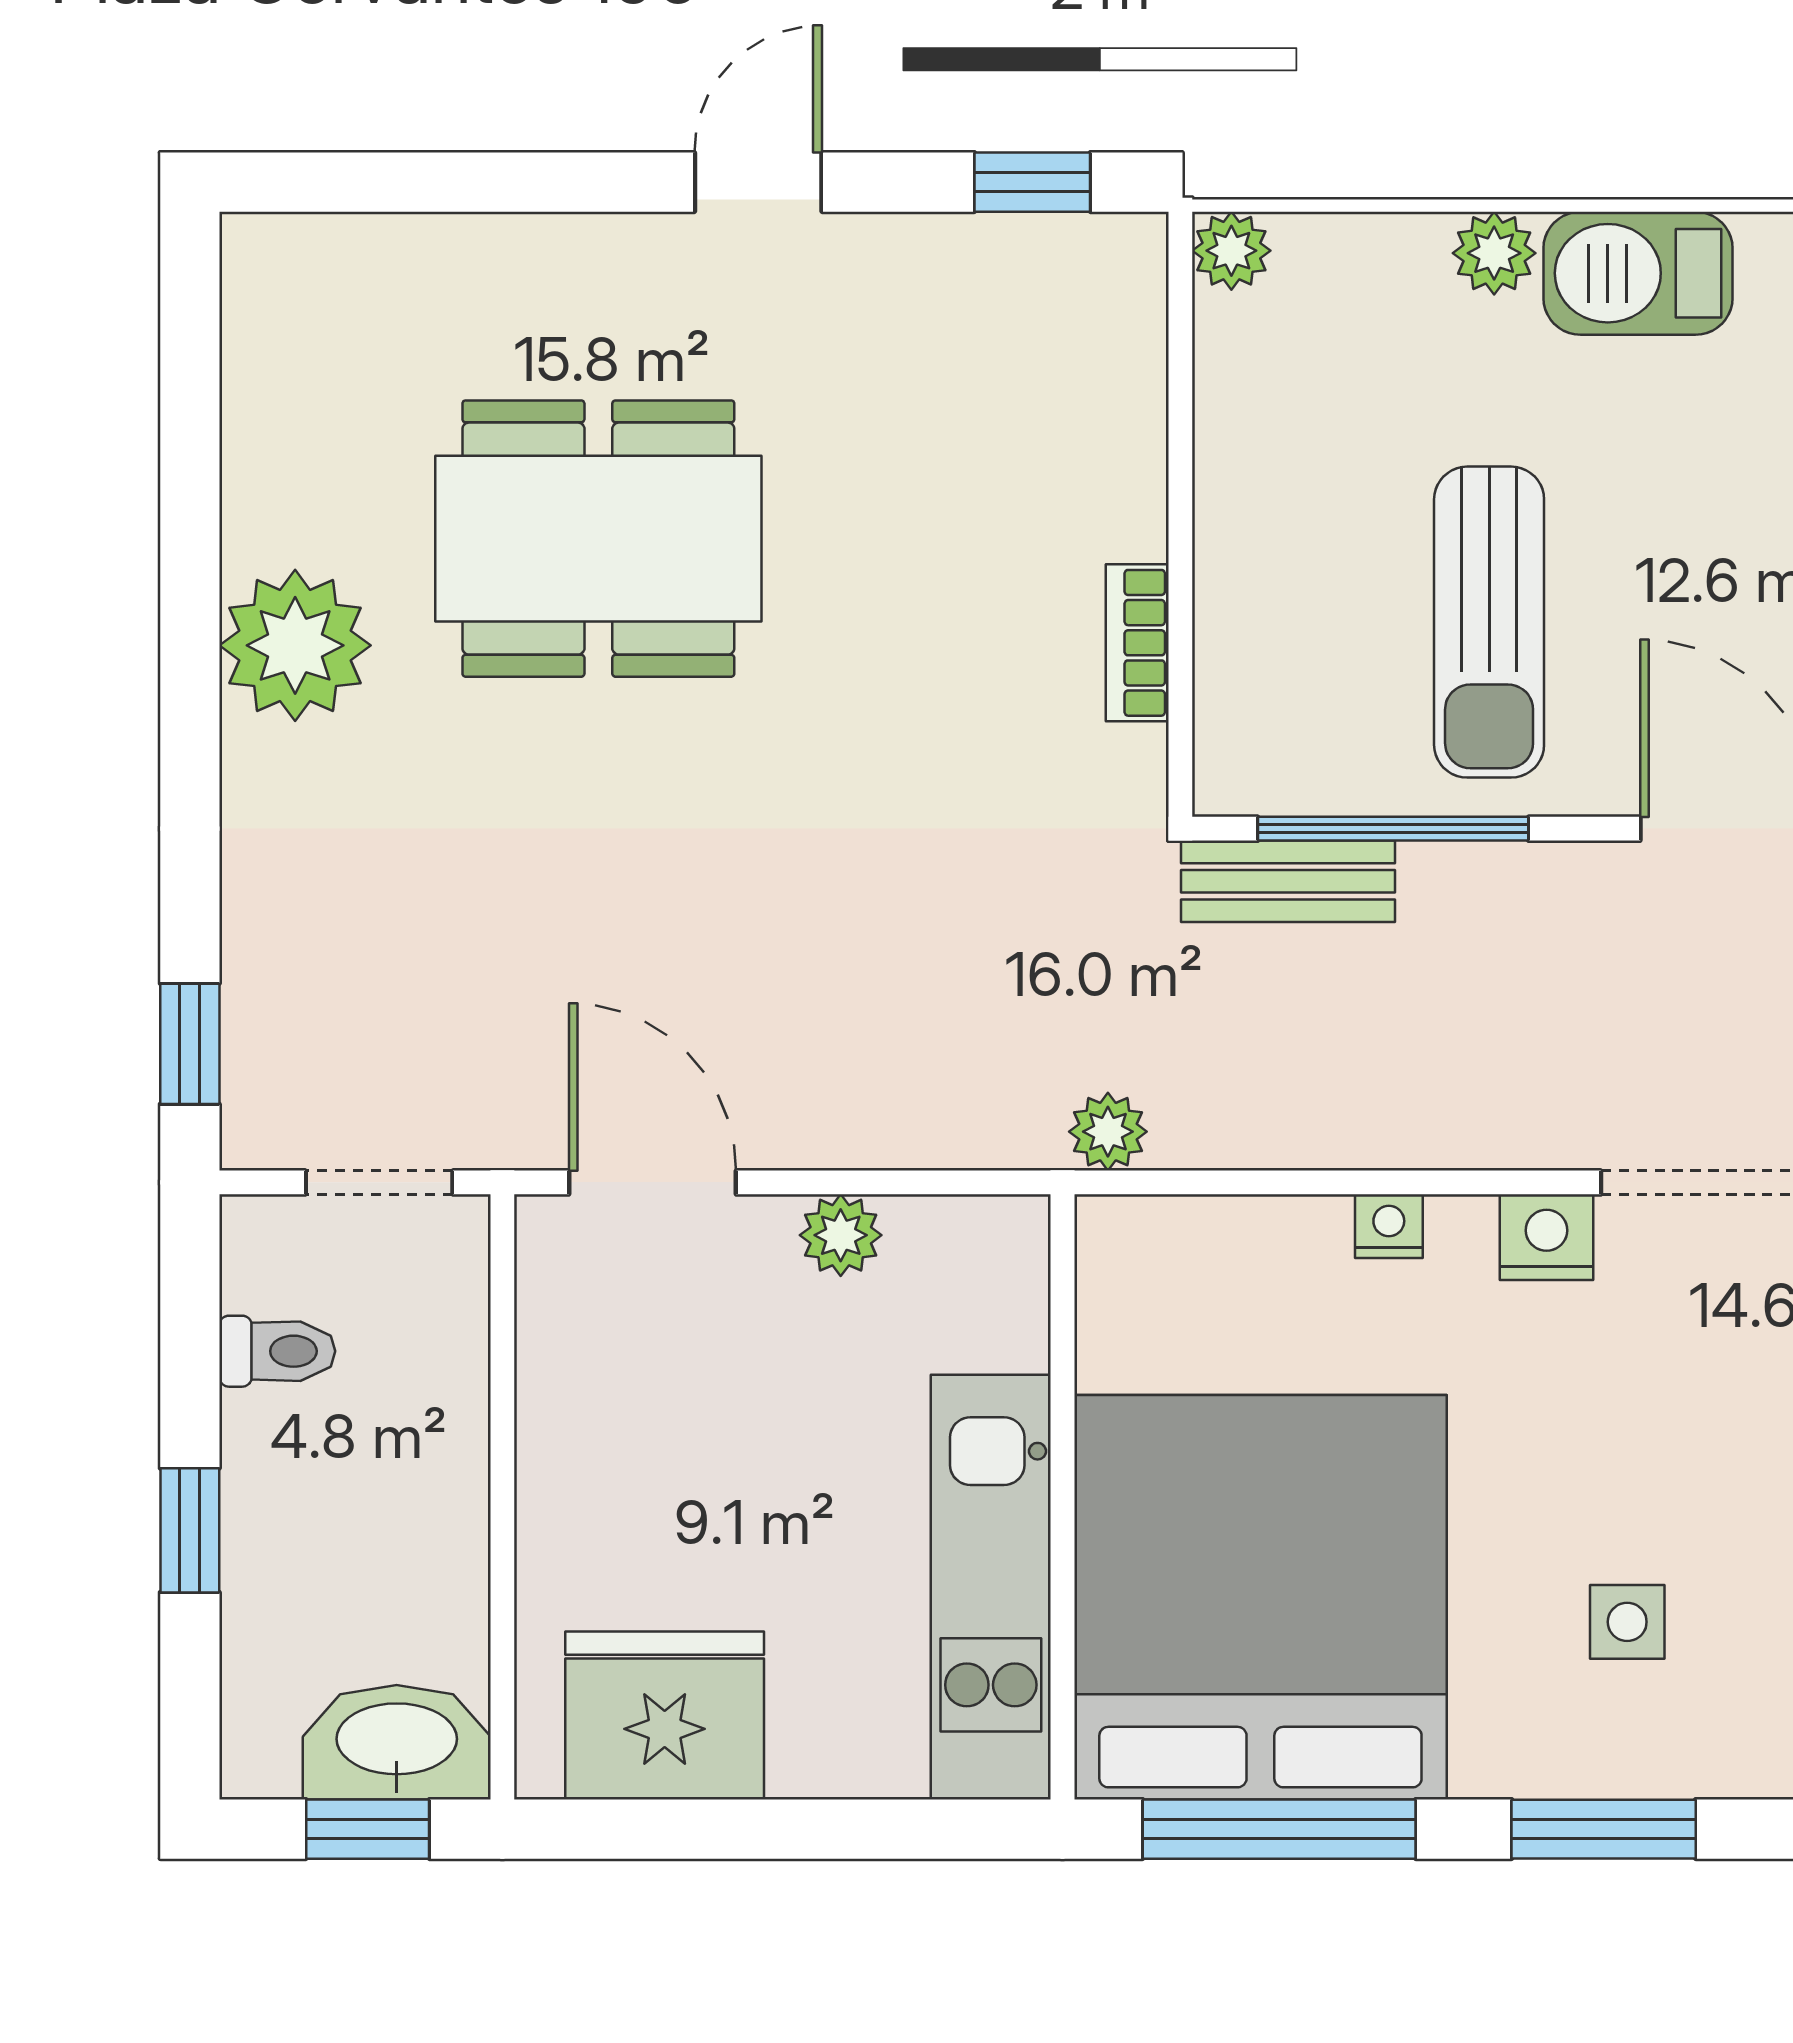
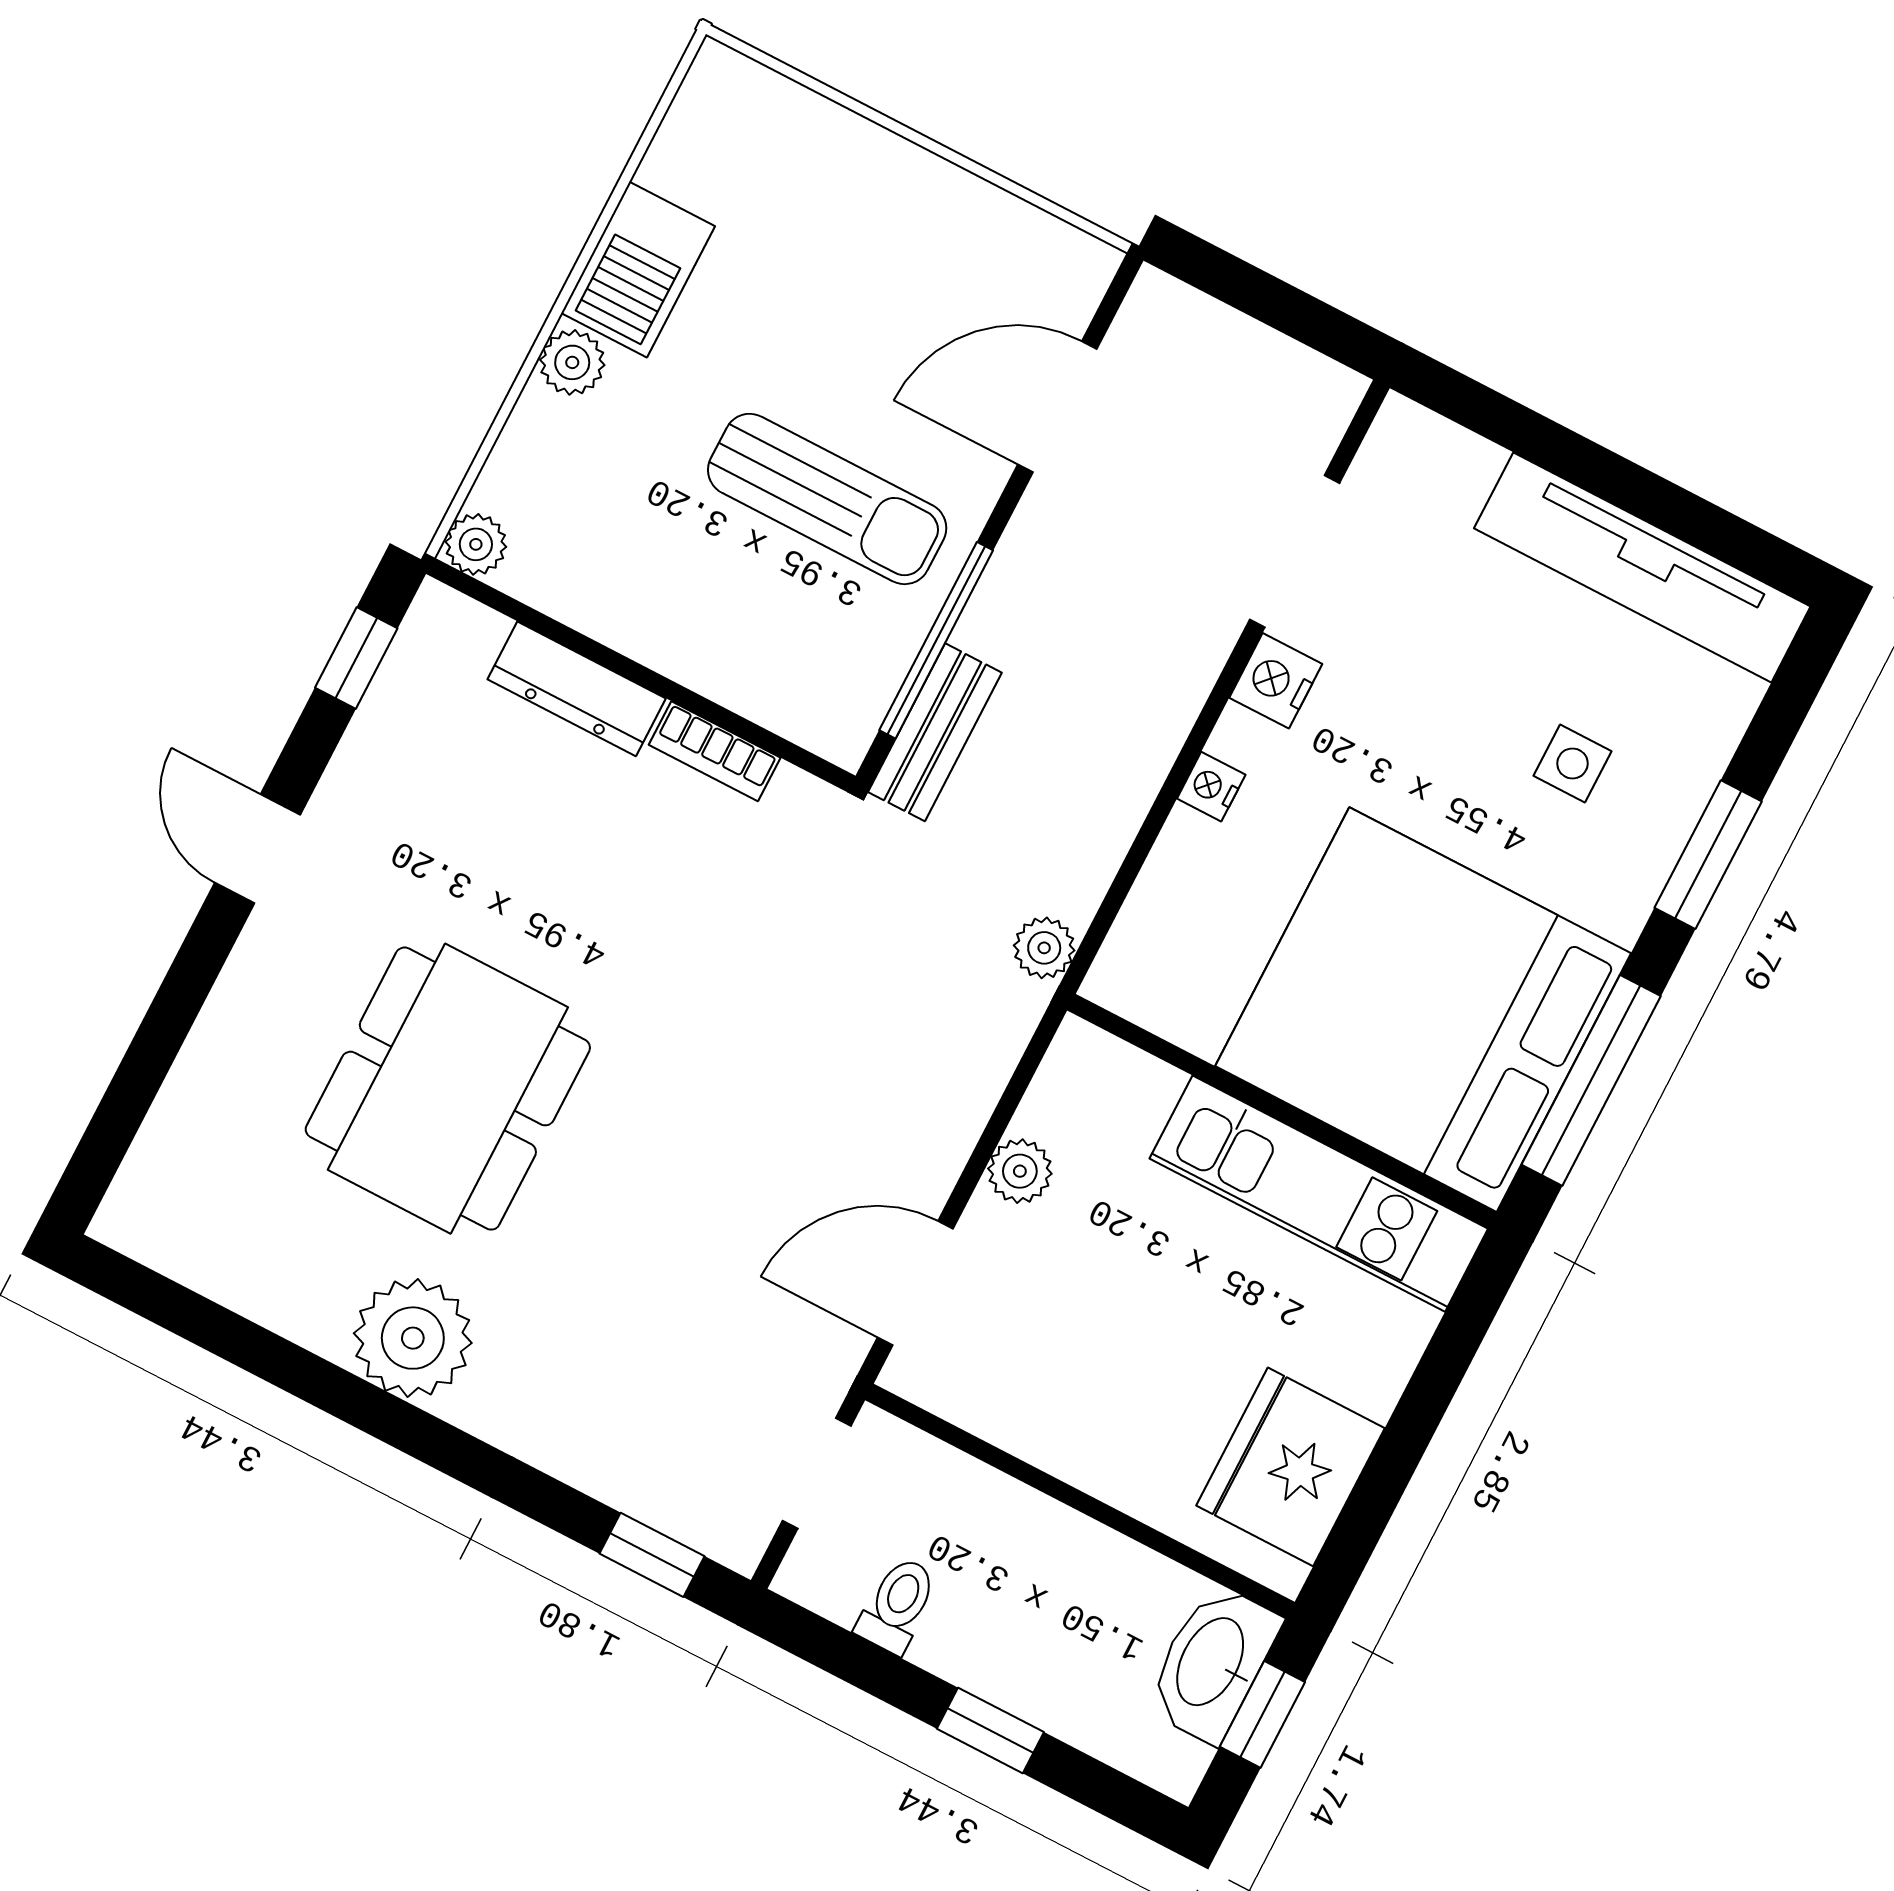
dresser: (1127, 450) -> (577, 689), added

